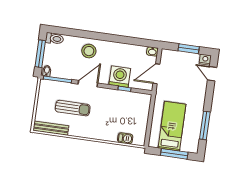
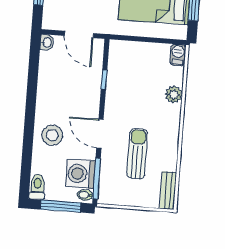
washing machine: (120, 77) -> (80, 174), moved
bench: (51, 128) -> (168, 190), width x0.73
plant: (111, 136) -> (174, 95), added
barbecue: (125, 138) -> (178, 55), moved

